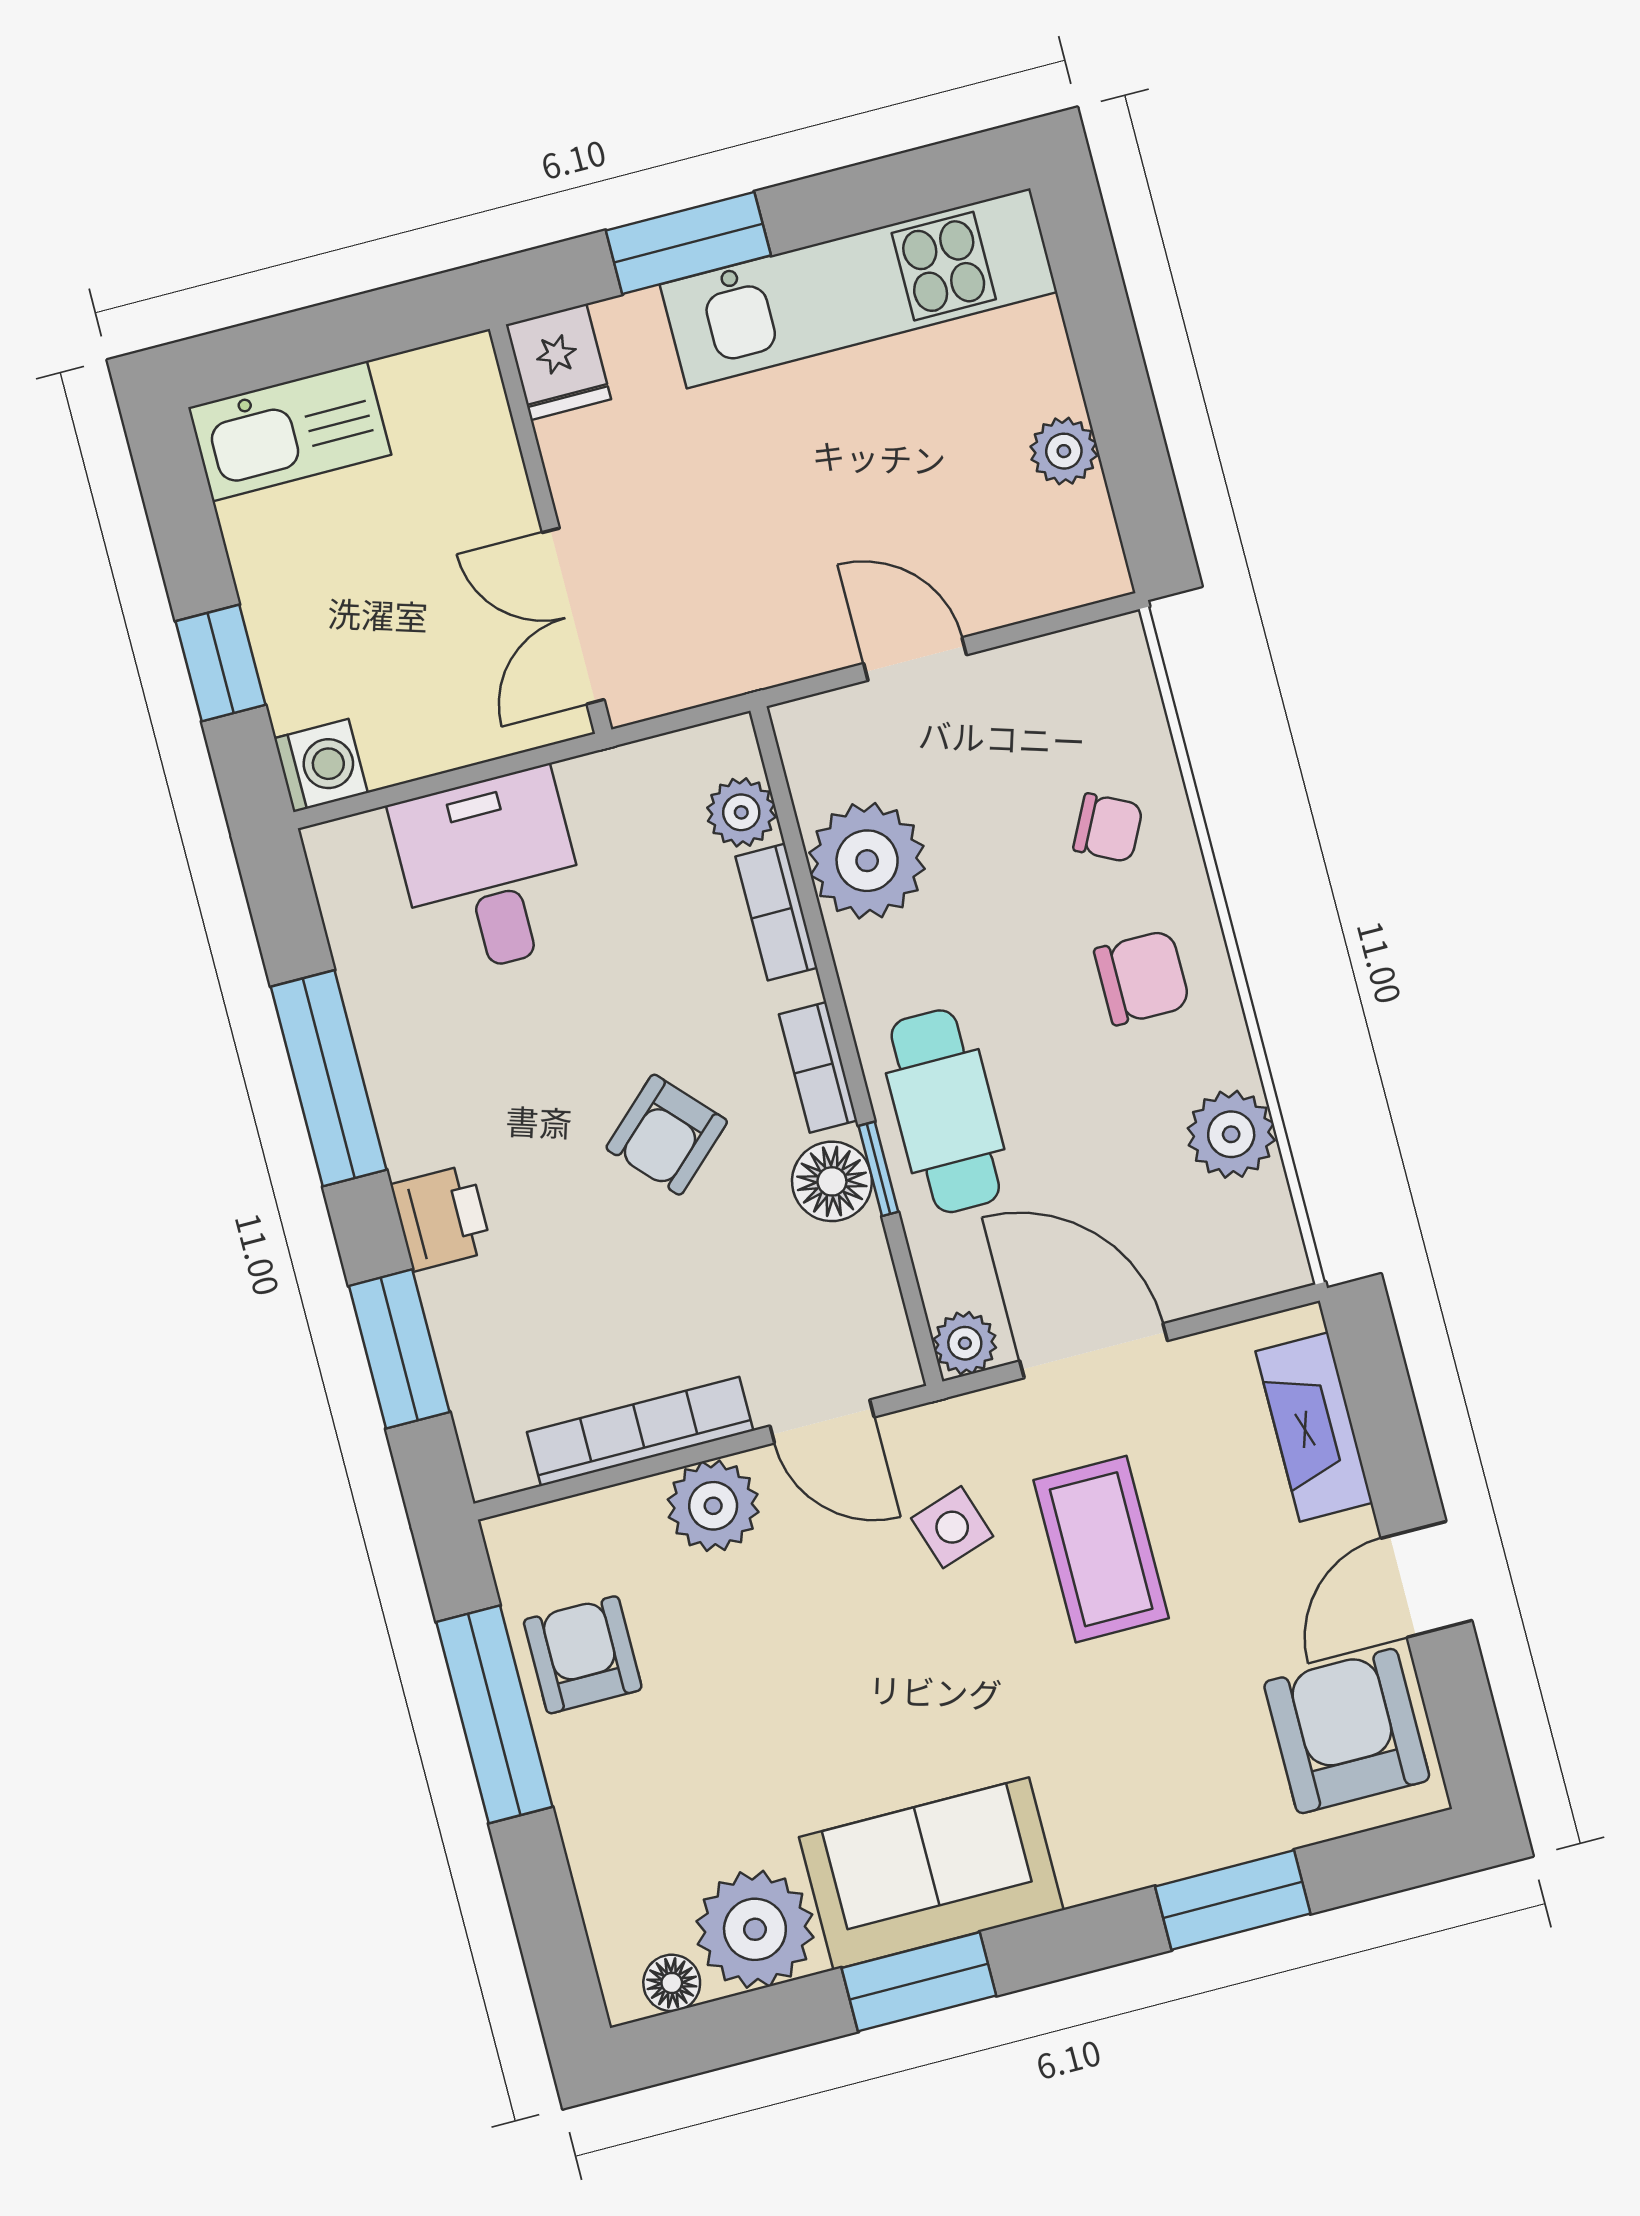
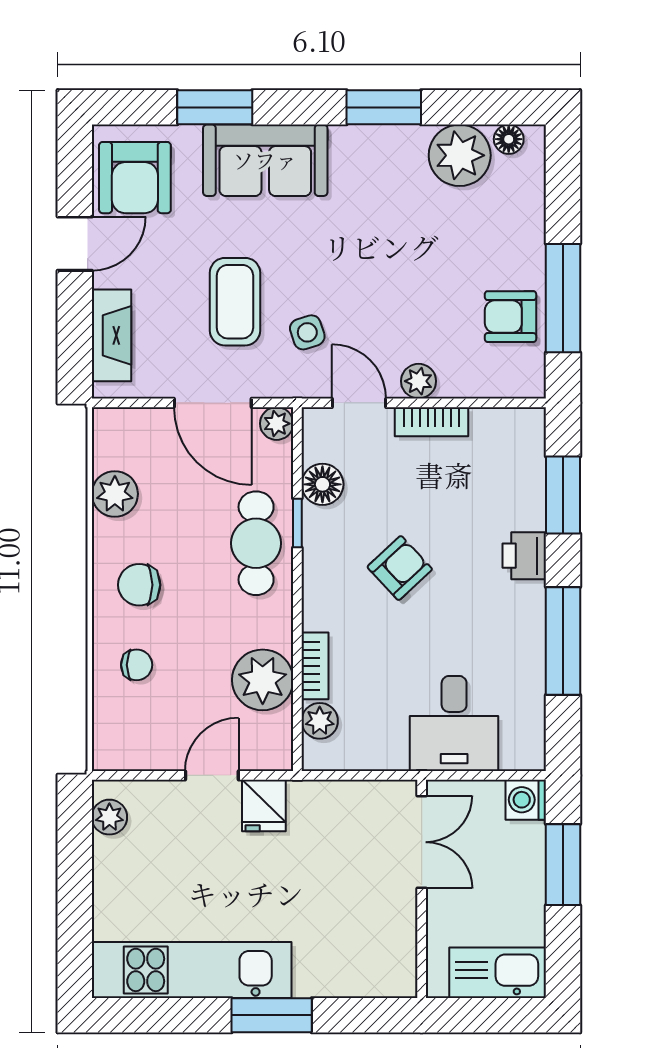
fridge: (558, 362) -> (264, 806), moved, turned 180
plant: (1064, 451) -> (109, 817), moved
wall: (551, 529) -> (422, 889), moved
double door: (573, 616) -> (422, 842), moved
door: (915, 659) -> (212, 775), swing flipped
window: (221, 663) -> (563, 865), width x1.50
chair: (1108, 828) -> (137, 665), turned 153
bookcase: (818, 1067) -> (314, 582), removed
floor lamp: (832, 1181) -> (322, 484), moved
bookcase: (640, 1431) -> (432, 422), width x0.64
plant: (713, 1506) -> (419, 381), width x0.73, depth x0.73
armchair: (583, 1655) -> (510, 317), turned 90
sofa: (931, 1874) -> (265, 160), moved

